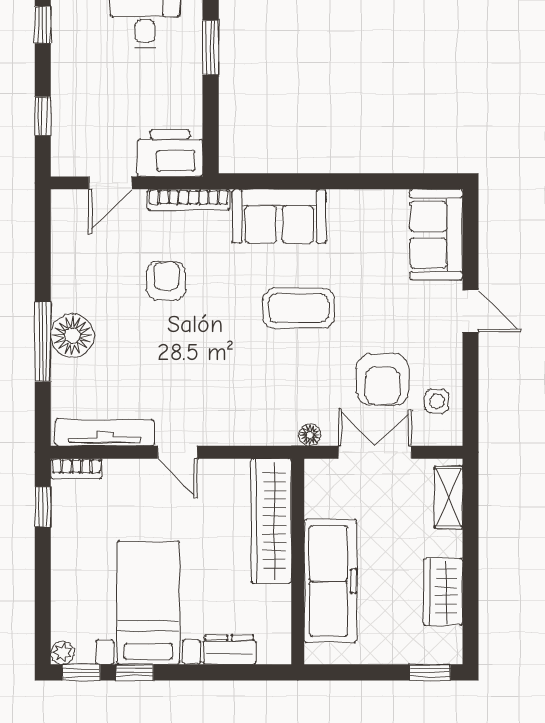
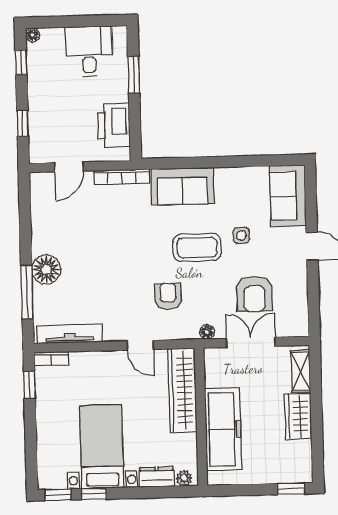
printer: (170, 153) -> (114, 125), moved, turned -90
armchair: (166, 281) -> (168, 296), moved
window: (43, 342) -> (27, 292), moved
side table: (437, 401) -> (241, 235), moved
door: (177, 452) -> (140, 345), moved
wardrobe: (443, 592) -> (298, 416), moved
plant: (62, 653) -> (184, 478), moved

